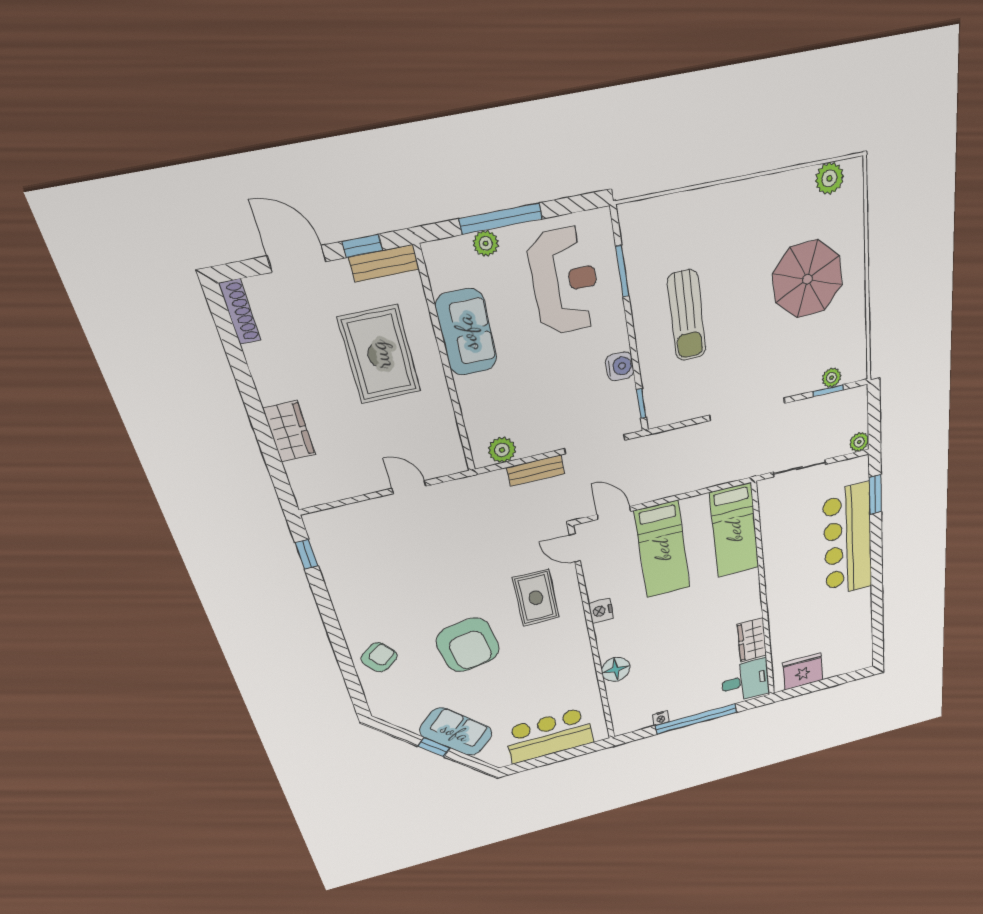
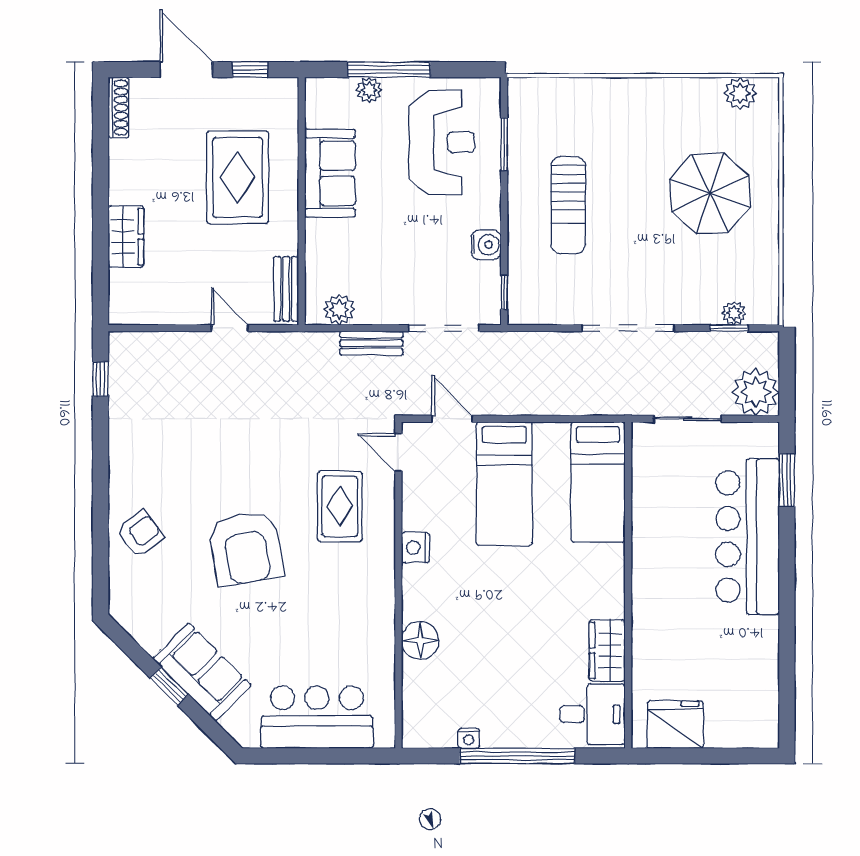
bench: (384, 263) -> (286, 289), moved, turned 90
plant: (859, 442) -> (756, 392), width x1.88, depth x1.88

